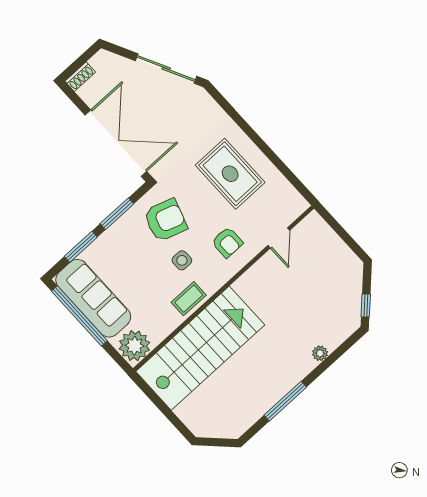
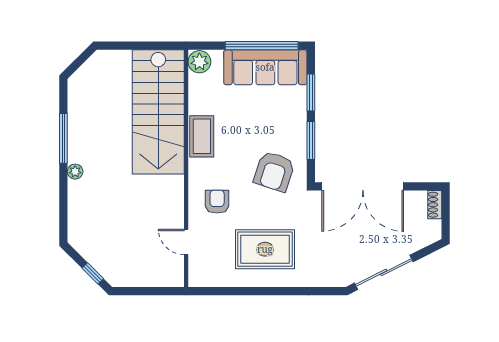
armchair: (227, 242) -> (217, 202), turned 90
side table: (182, 260) -> (234, 157), removed
coffee table: (189, 299) -> (202, 136), width x1.36, depth x1.30
window: (366, 305) -> (93, 273), moved
plant: (134, 346) -> (199, 62), width x0.73, depth x0.73
plant: (320, 353) -> (75, 172), moved

